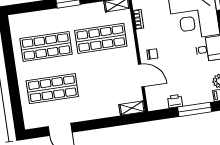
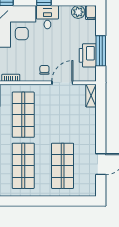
printer: (175, 101) -> (88, 55), width x1.87, depth x1.48
window: (195, 109) -> (101, 51), moved

